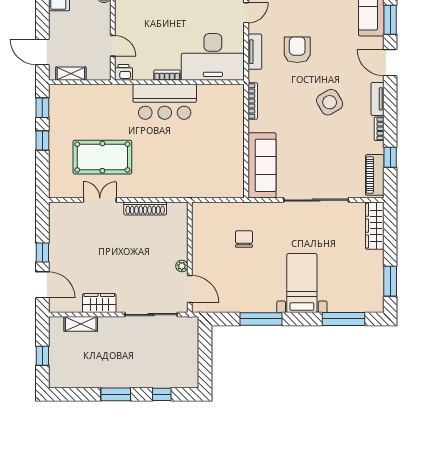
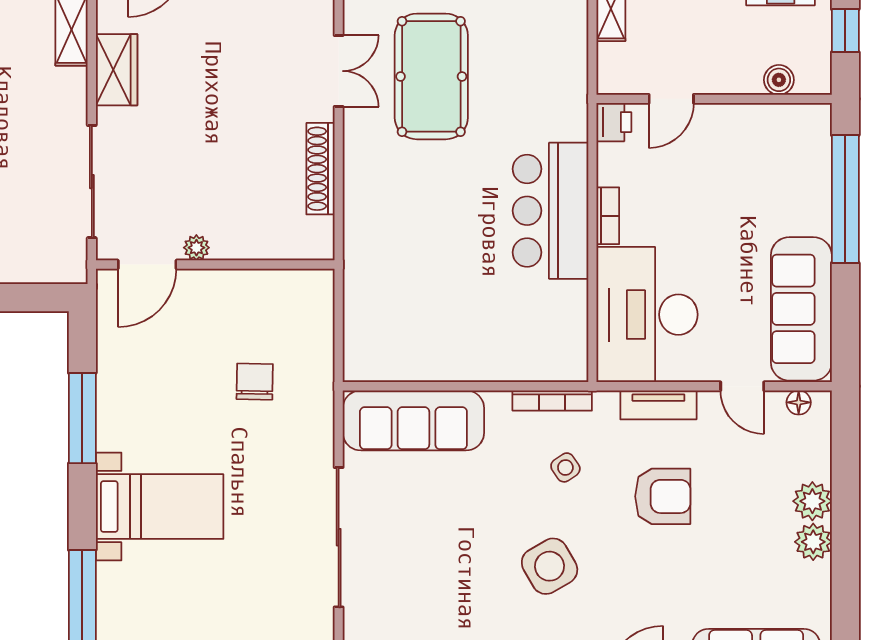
side table: (284, 95) -> (565, 467), added
chair: (244, 239) -> (255, 382), turned -89

